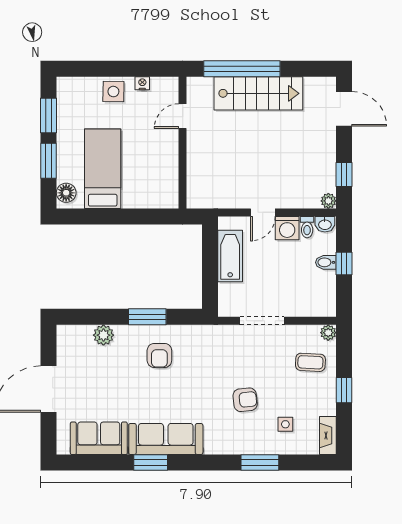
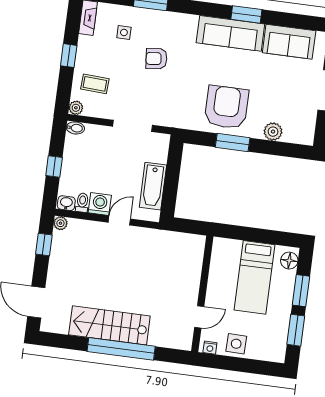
door: (183, 116) -> (199, 317), moved
wall: (183, 143) -> (202, 294), moved
bidet: (326, 262) -> (75, 128), moved
armchair: (159, 355) -> (226, 107), width x1.88, depth x1.88

